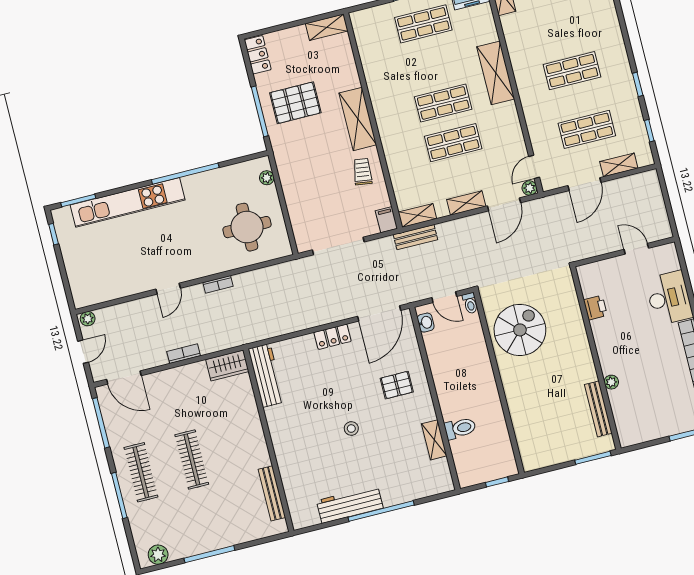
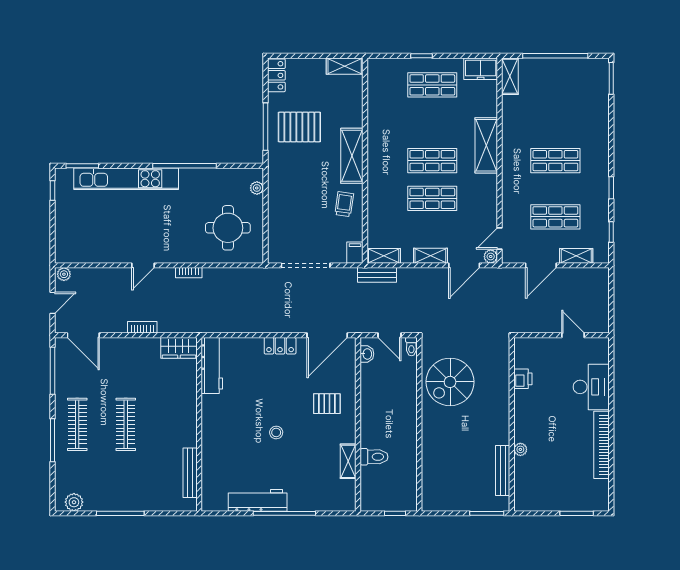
spiral stairs: (520, 330) -> (450, 382), turned 180

